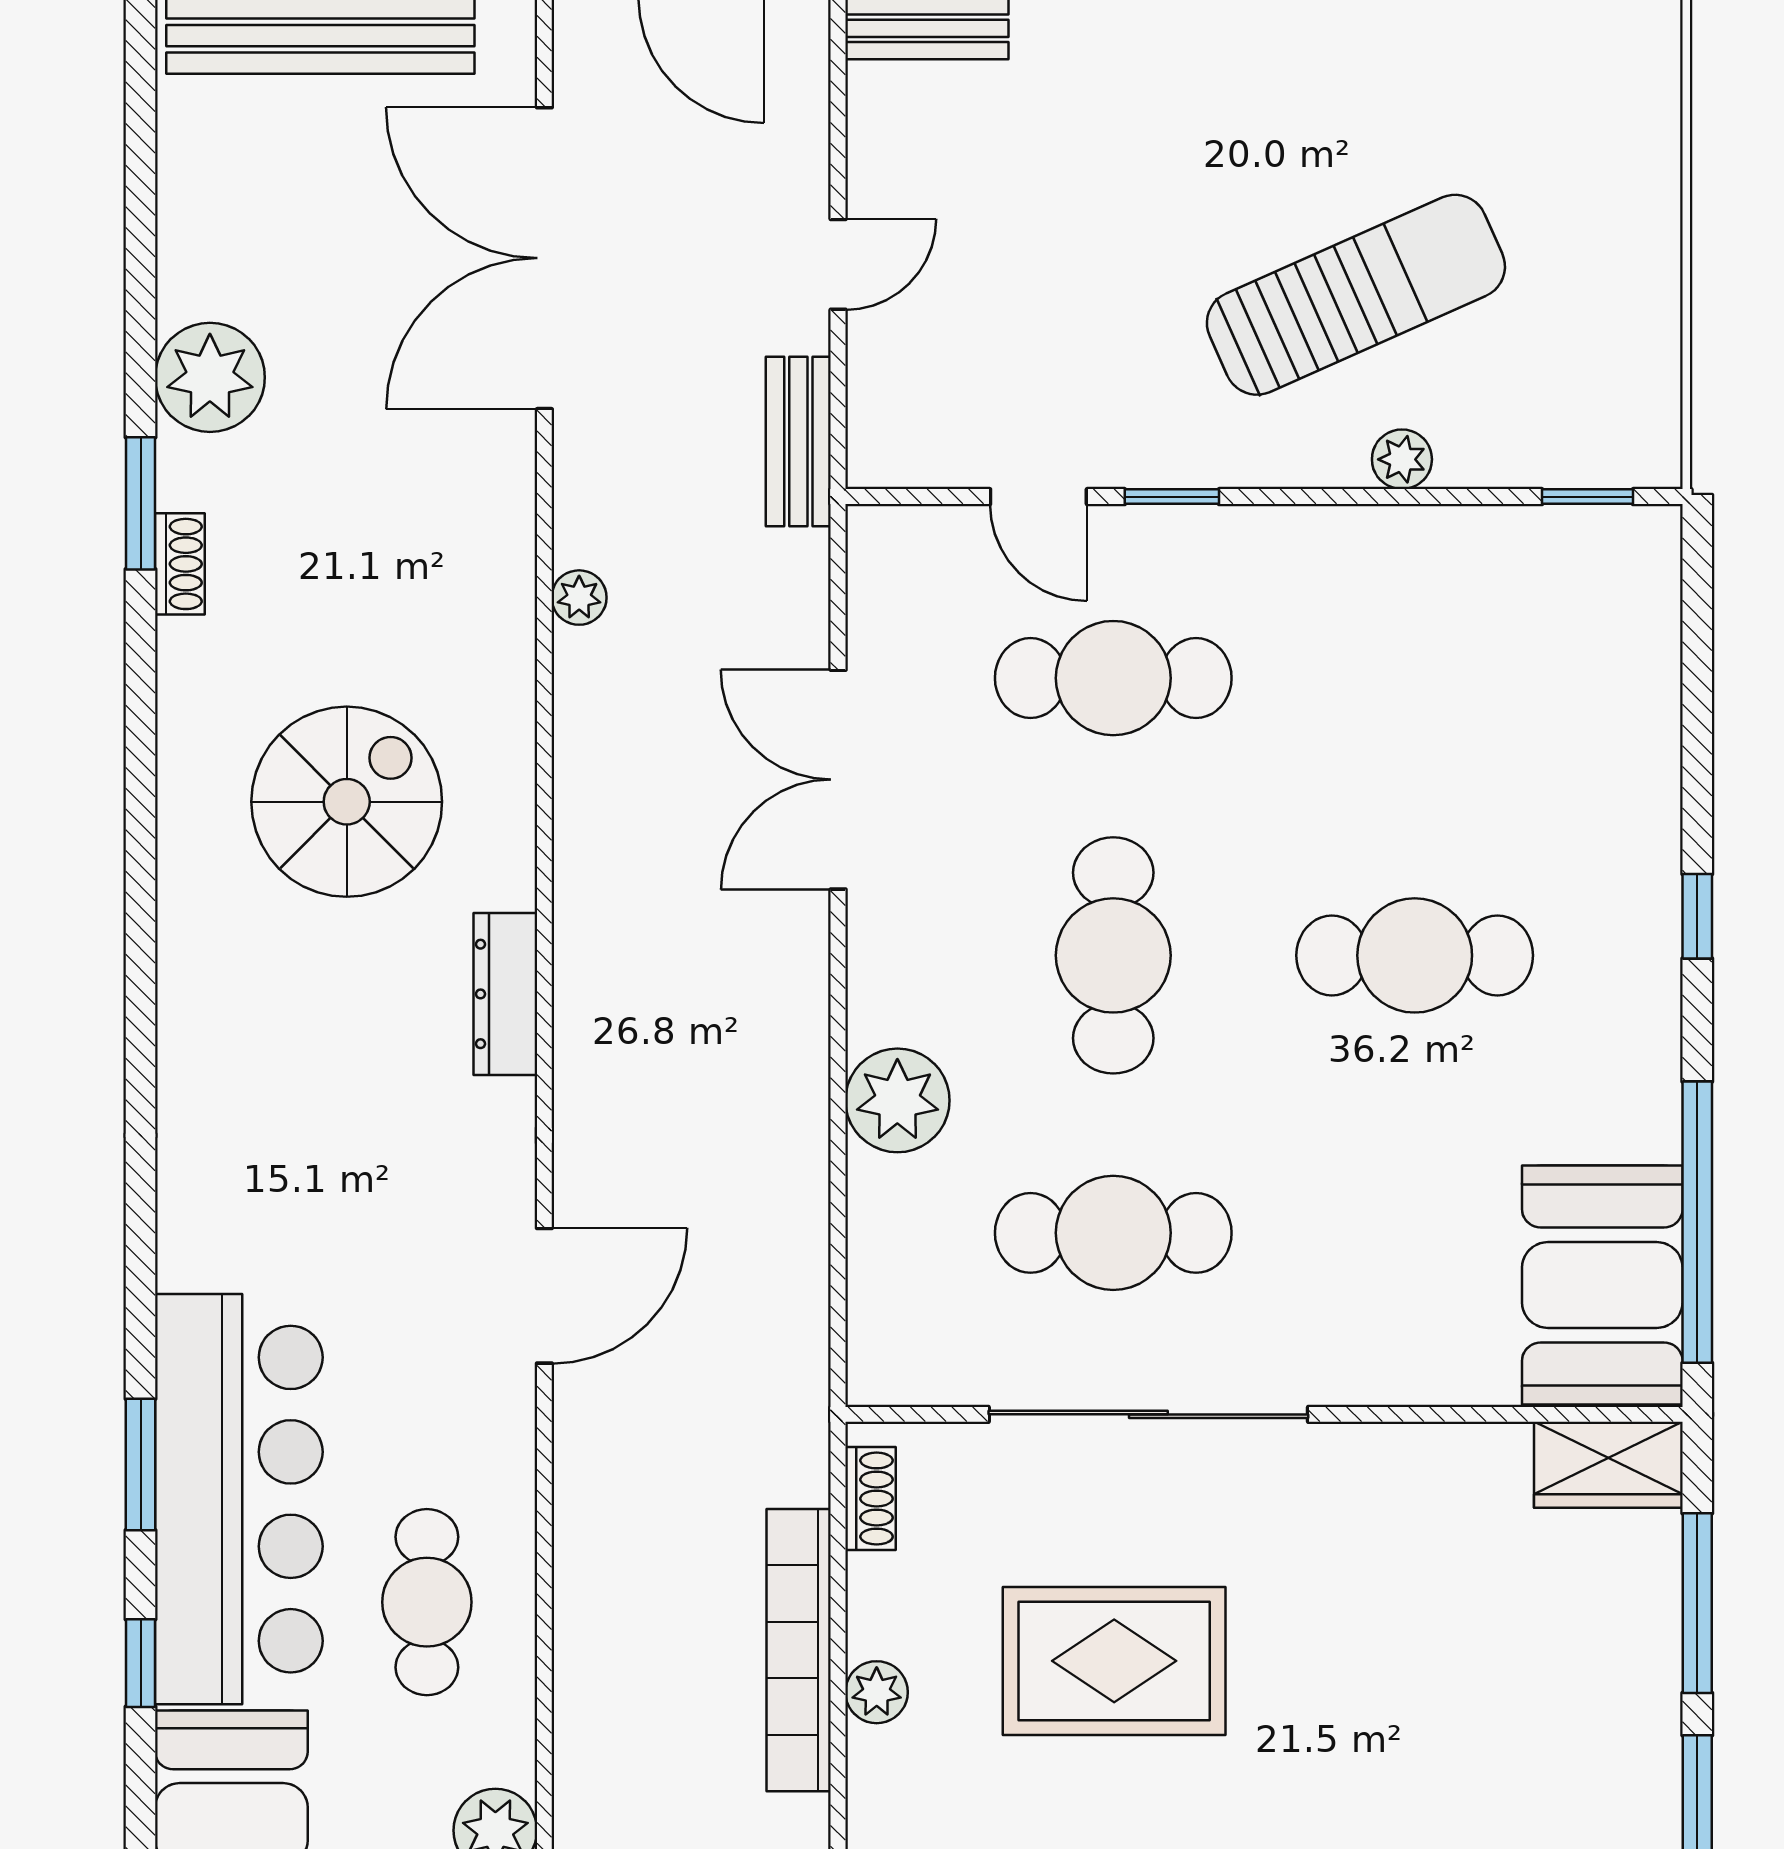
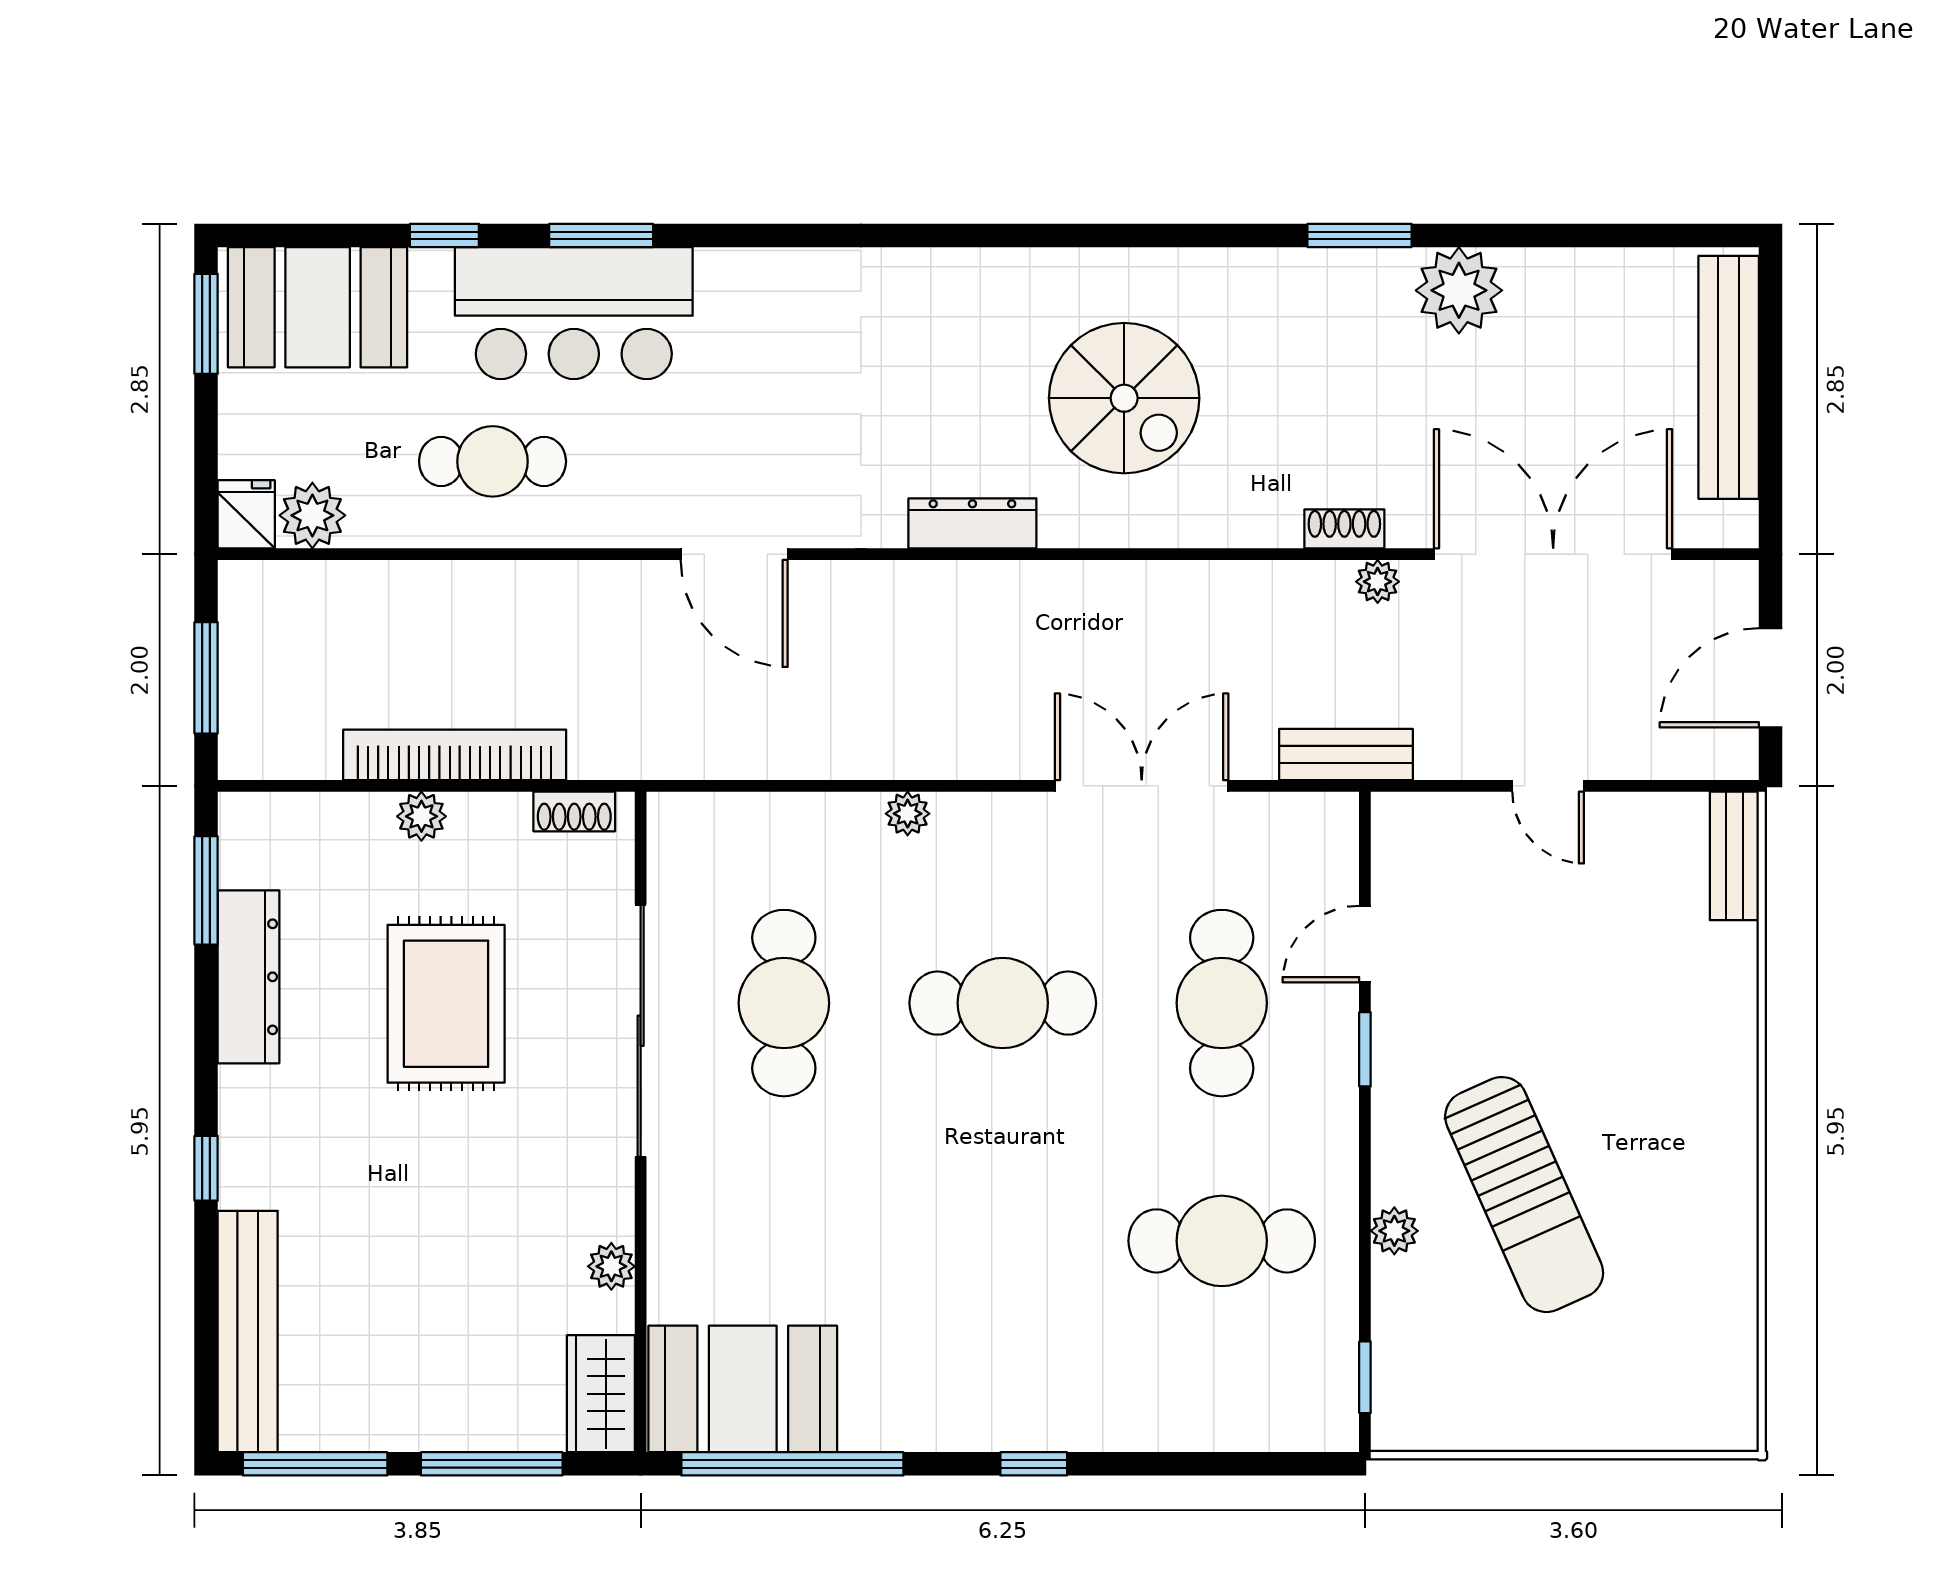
bench: (798, 441) -> (1346, 755), moved
shoe rack: (180, 564) -> (1344, 529), moved, turned 180
plant: (579, 598) -> (1378, 582), moved
cafe table: (1415, 955) -> (1222, 1241), moved, turned 90
plant: (897, 1100) -> (908, 814), width x0.53, depth x0.53
plant: (1447, 1452) -> (611, 1266), added
bar counter: (239, 1499) -> (574, 313), width x0.73

